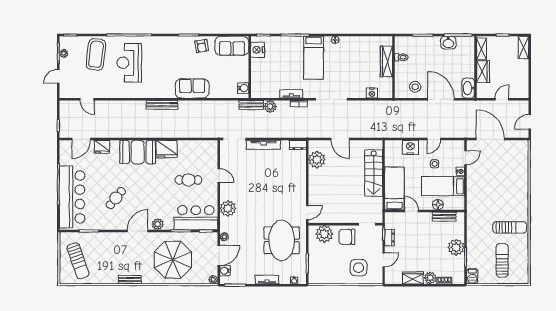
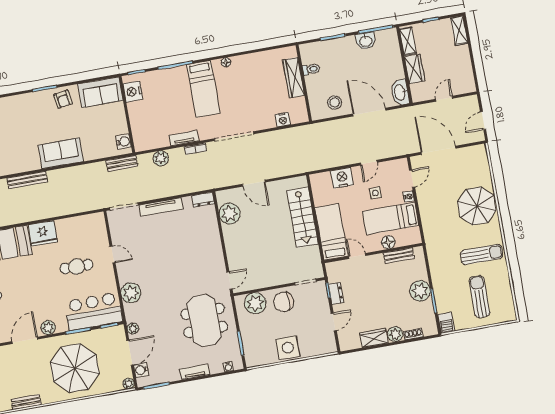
bench: (251, 105) -> (122, 163), moved
parasol: (513, 188) -> (477, 206), added
side table: (359, 268) -> (288, 348), moved

